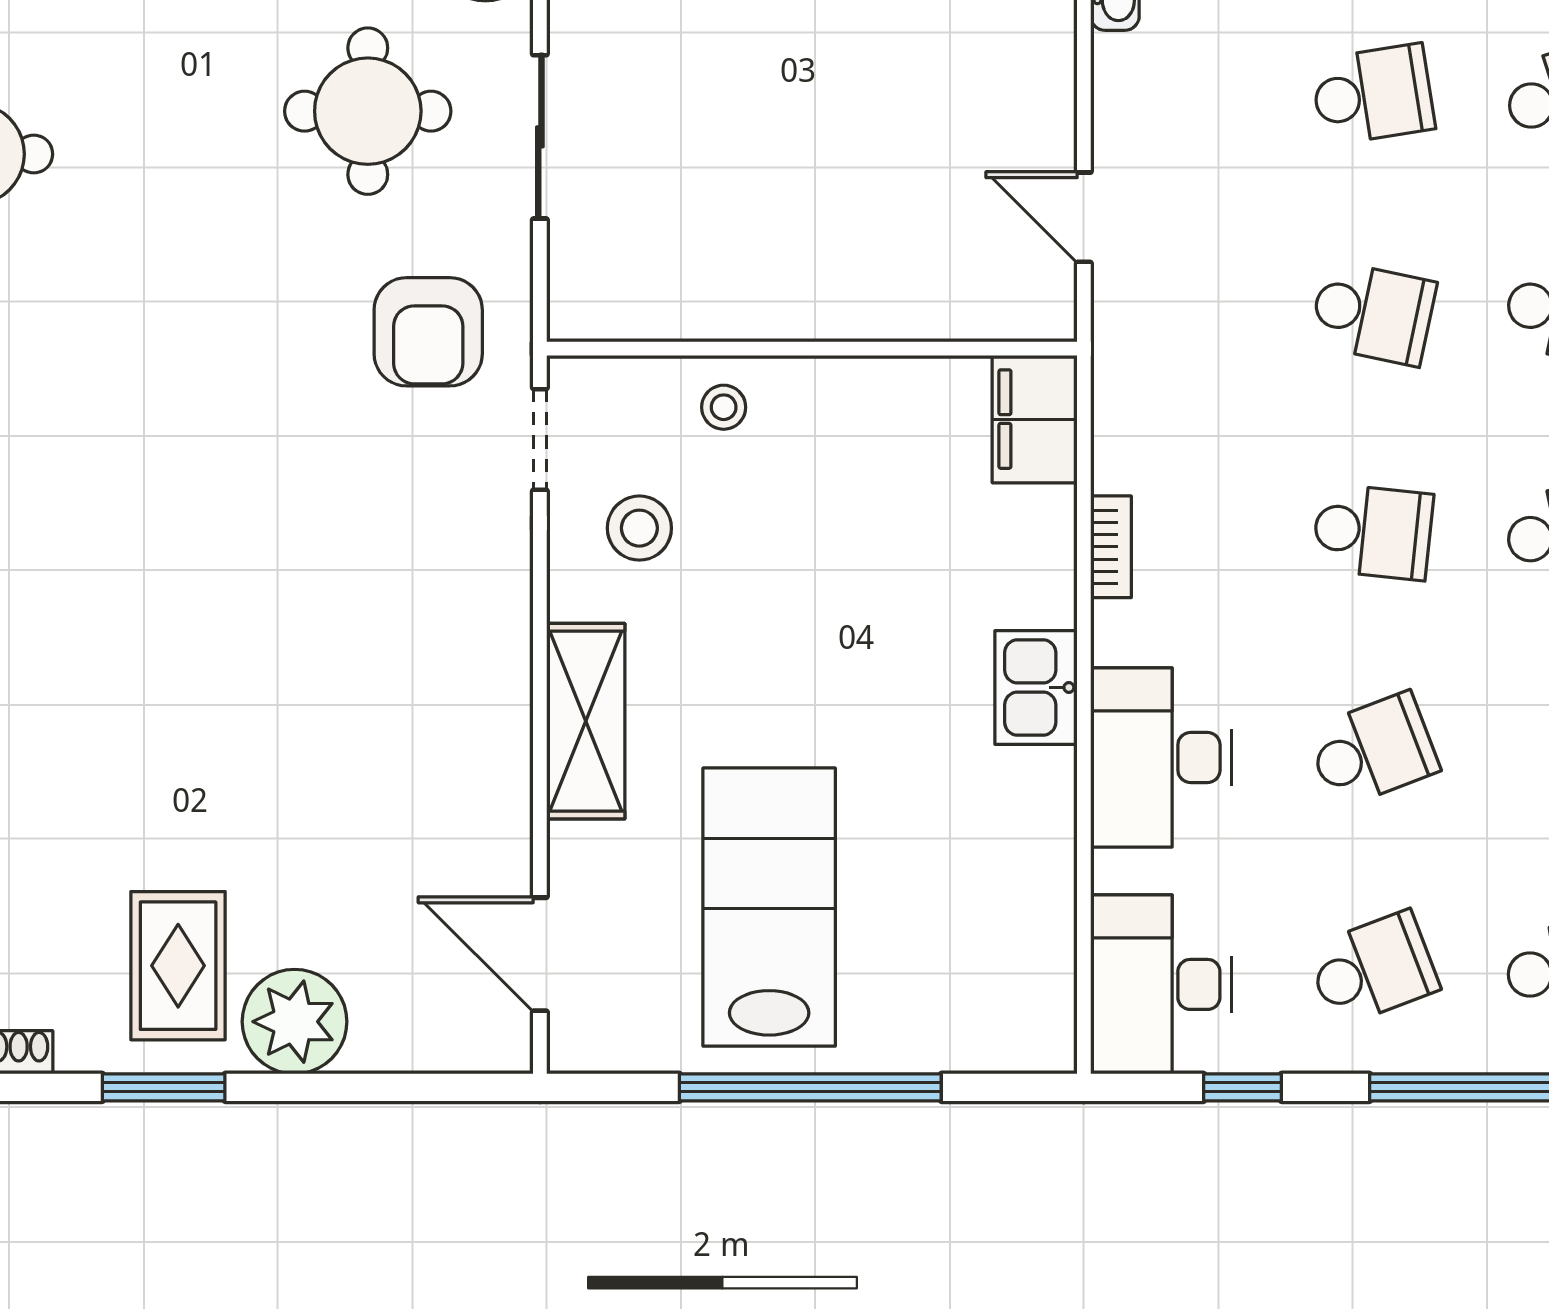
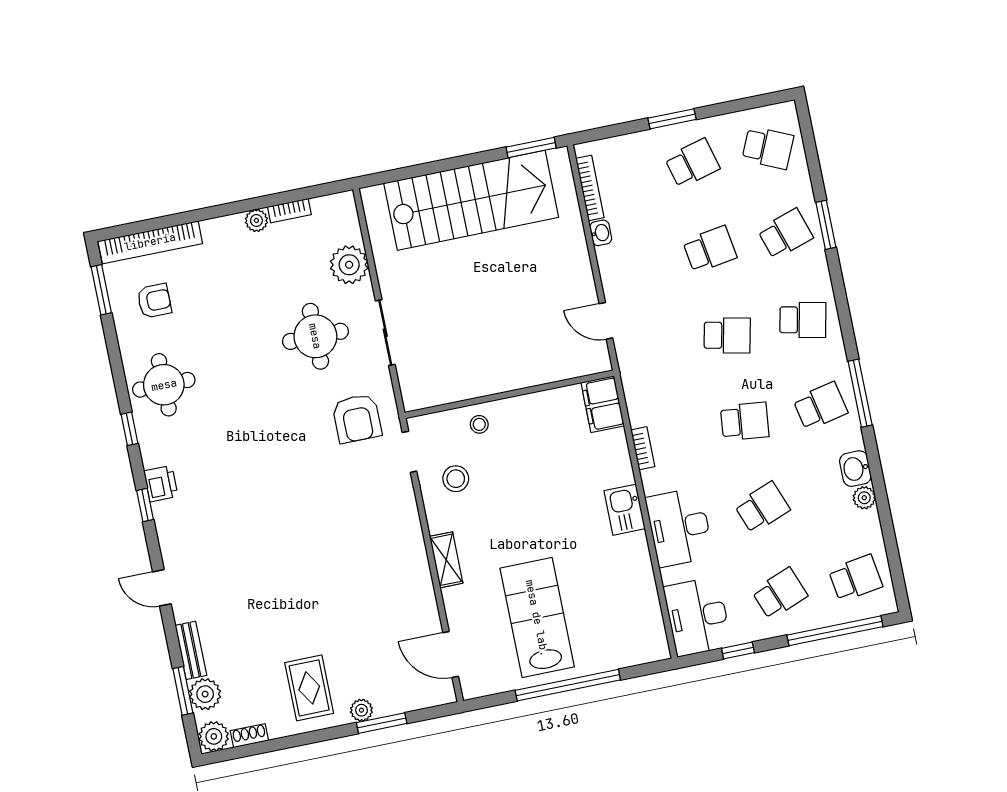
shelving: (586, 721) -> (446, 560), width x0.67, depth x0.75
plant: (295, 1022) -> (361, 710), width x0.53, depth x0.53
window: (164, 1087) -> (382, 723), moved

